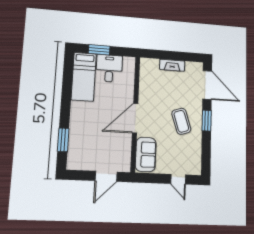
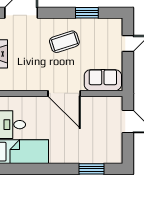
window: (207, 121) -> (87, 13), moved

